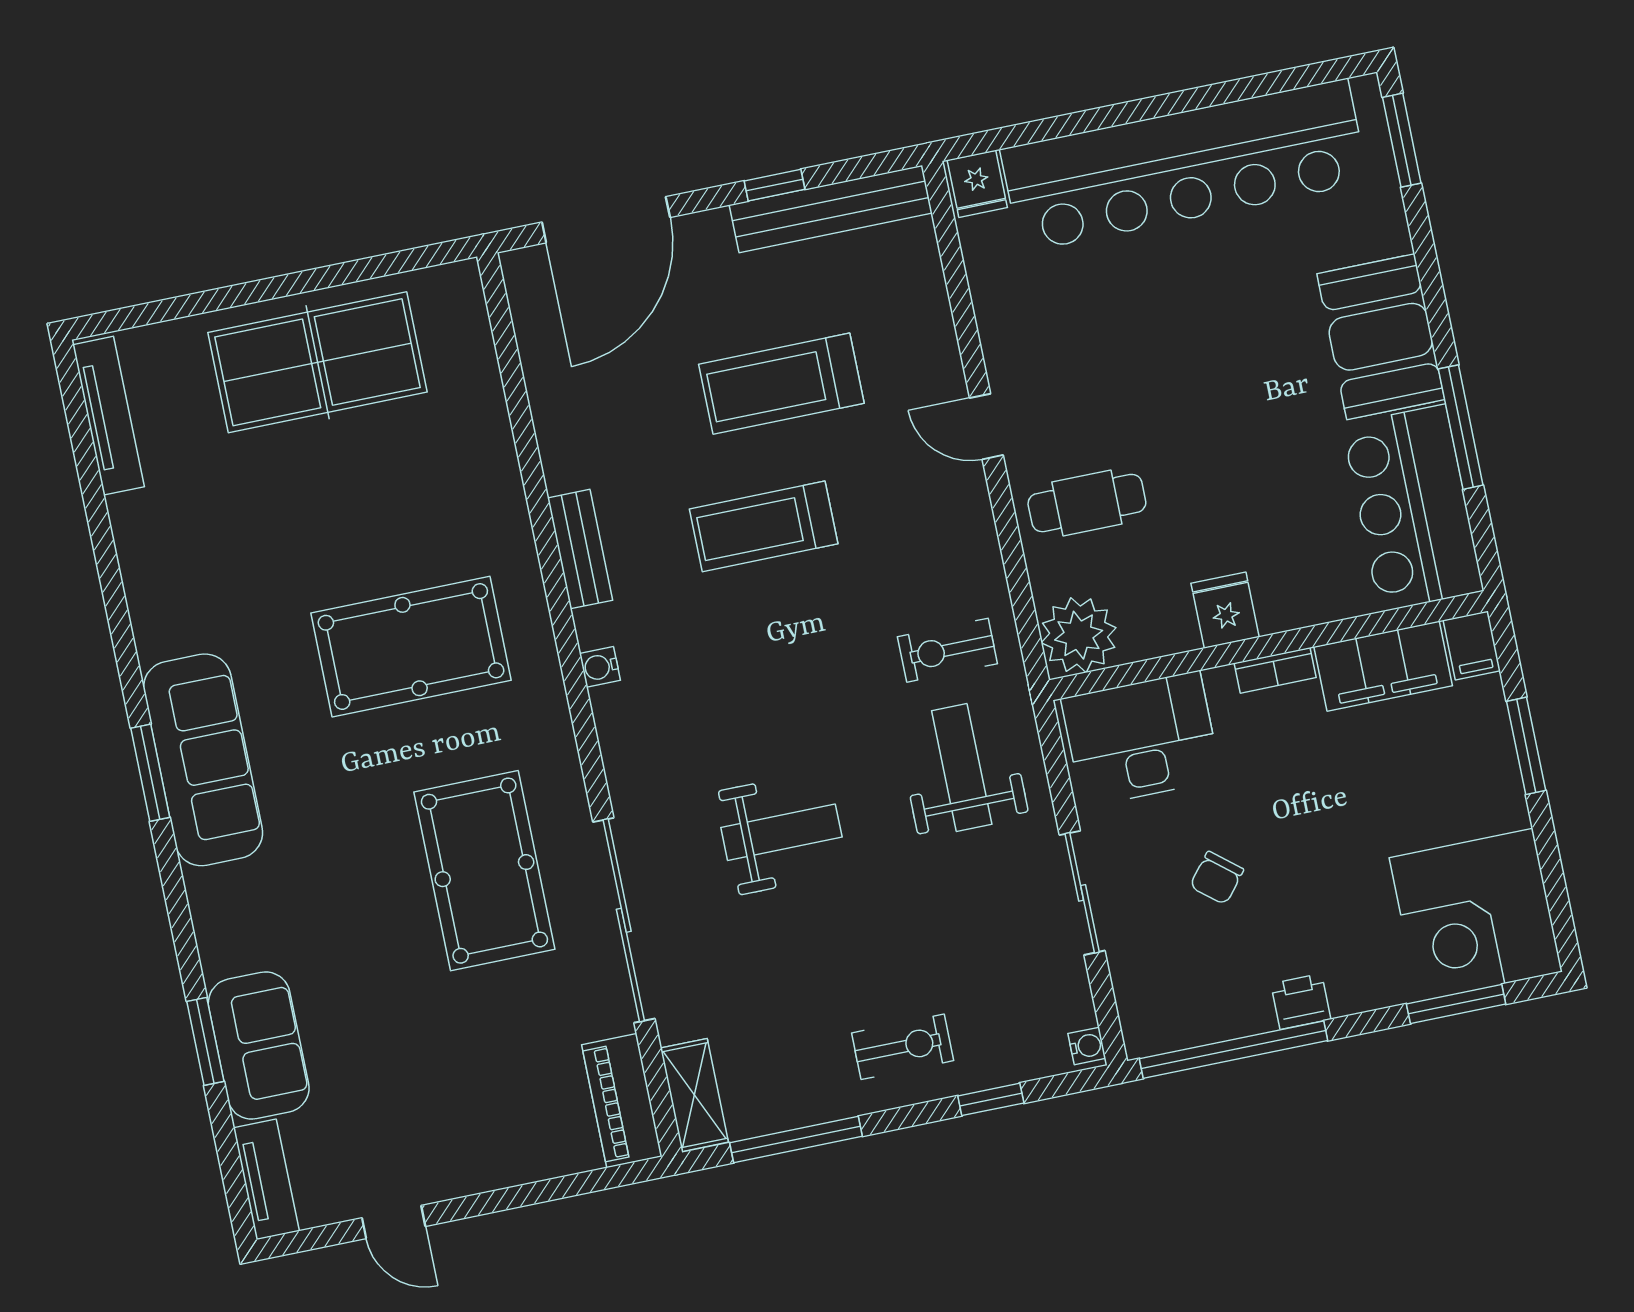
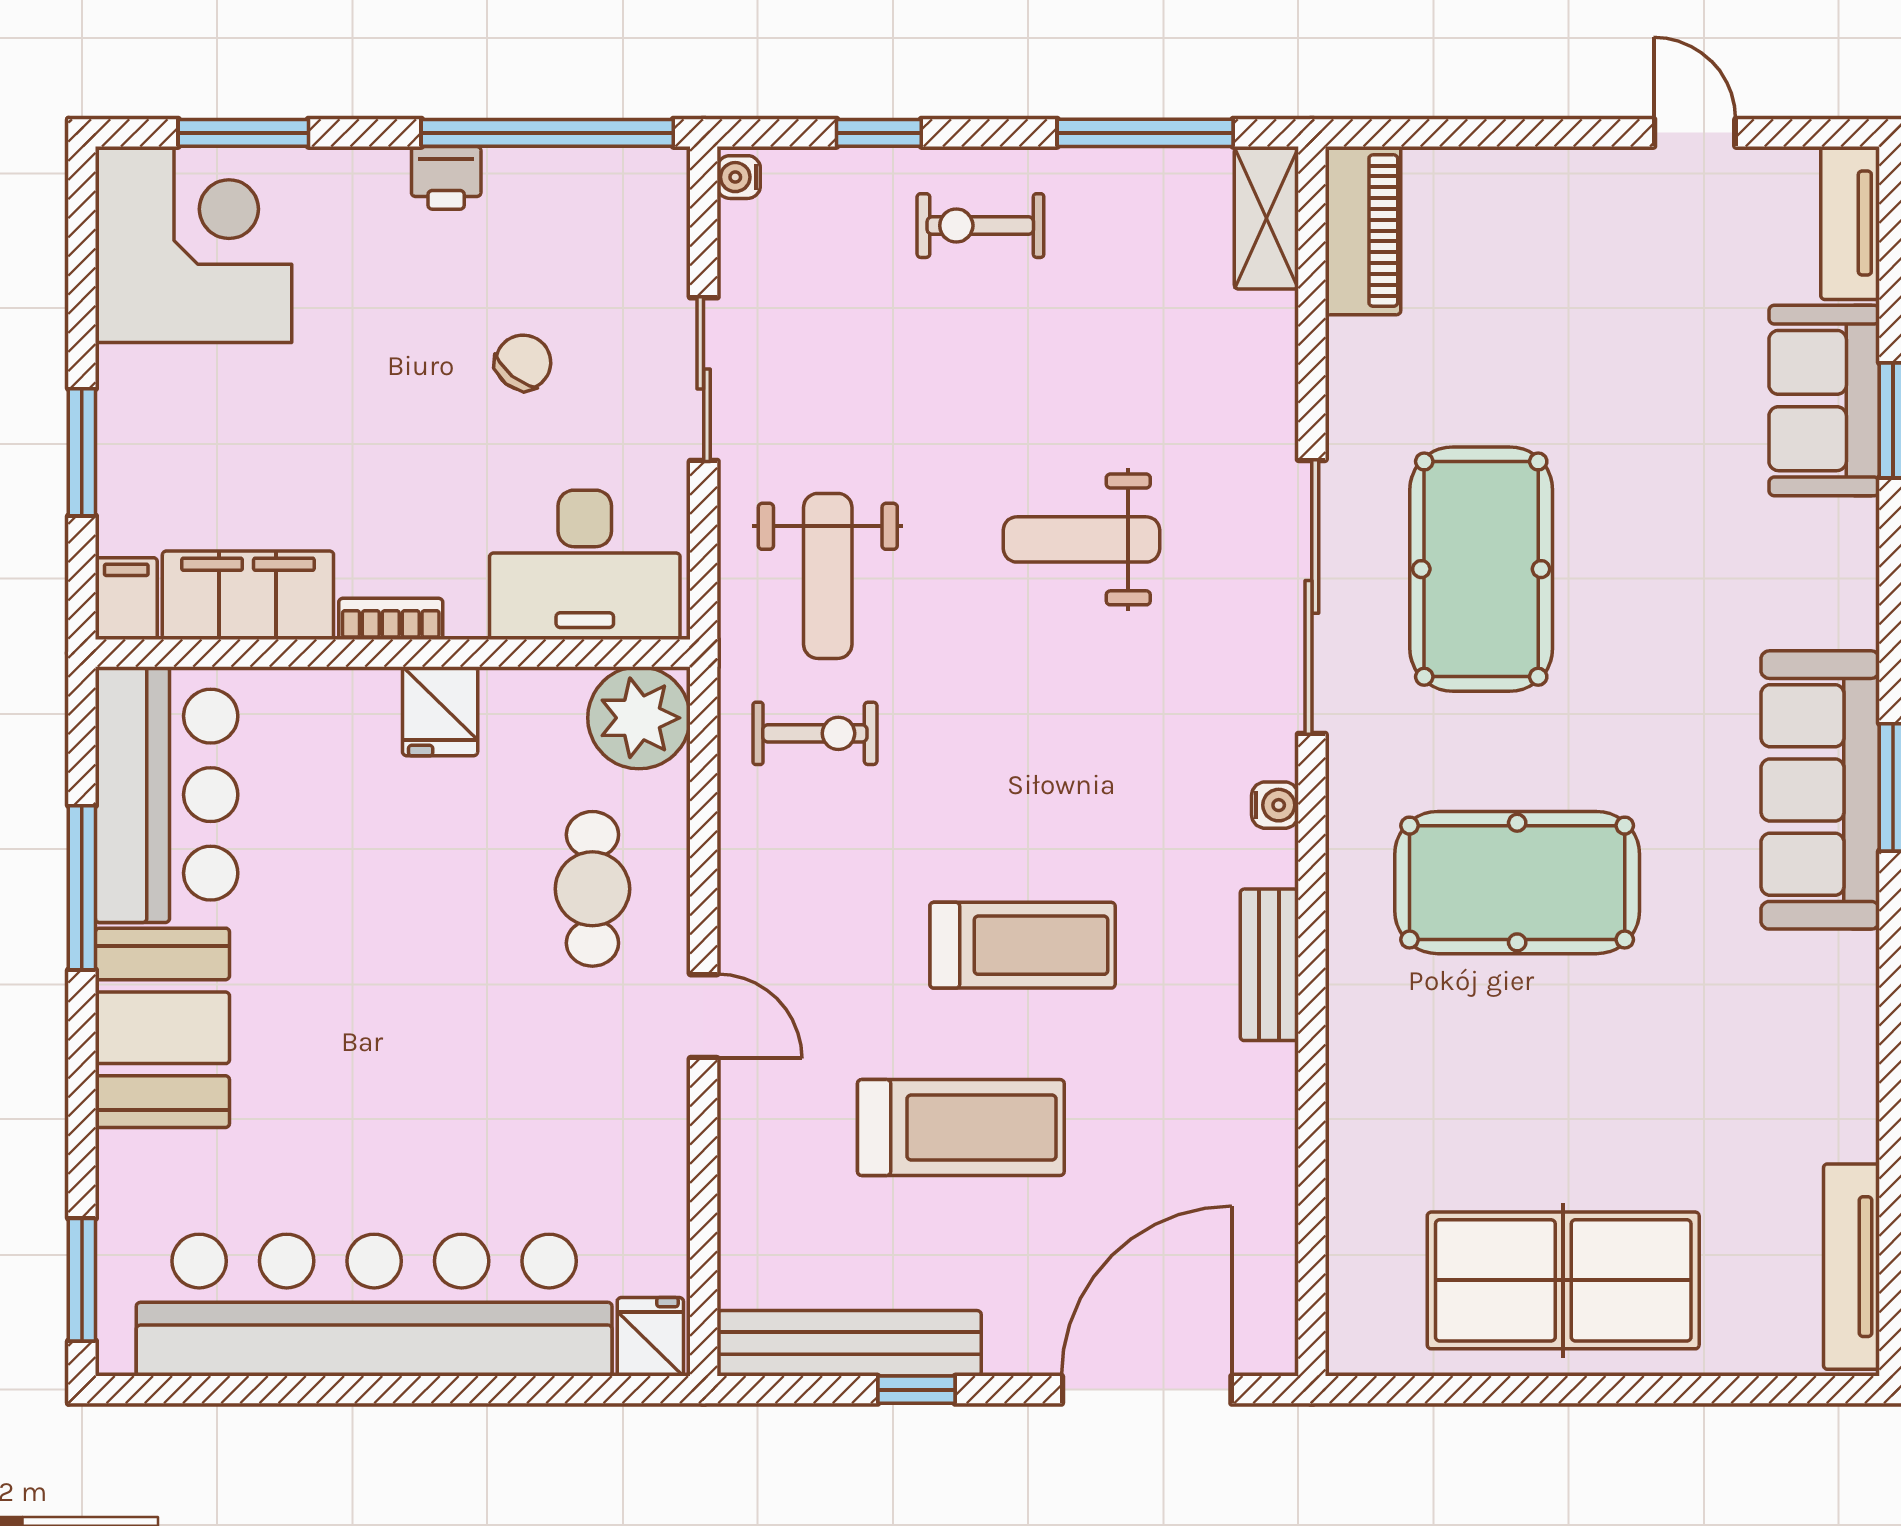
cafe table: (1087, 503) -> (592, 889), turned 90
sliding door: (624, 920) -> (1312, 597), moved

